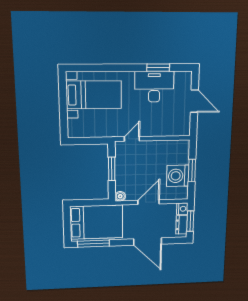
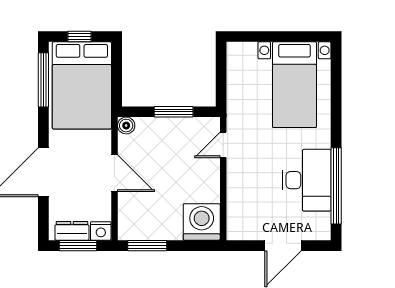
window: (158, 68) -> (336, 186), width x2.11
door: (132, 139) -> (223, 145), swing flipped
window: (192, 171) -> (147, 246), moved
washing machine: (178, 176) -> (202, 222), moved
window: (67, 224) -> (80, 36), added

